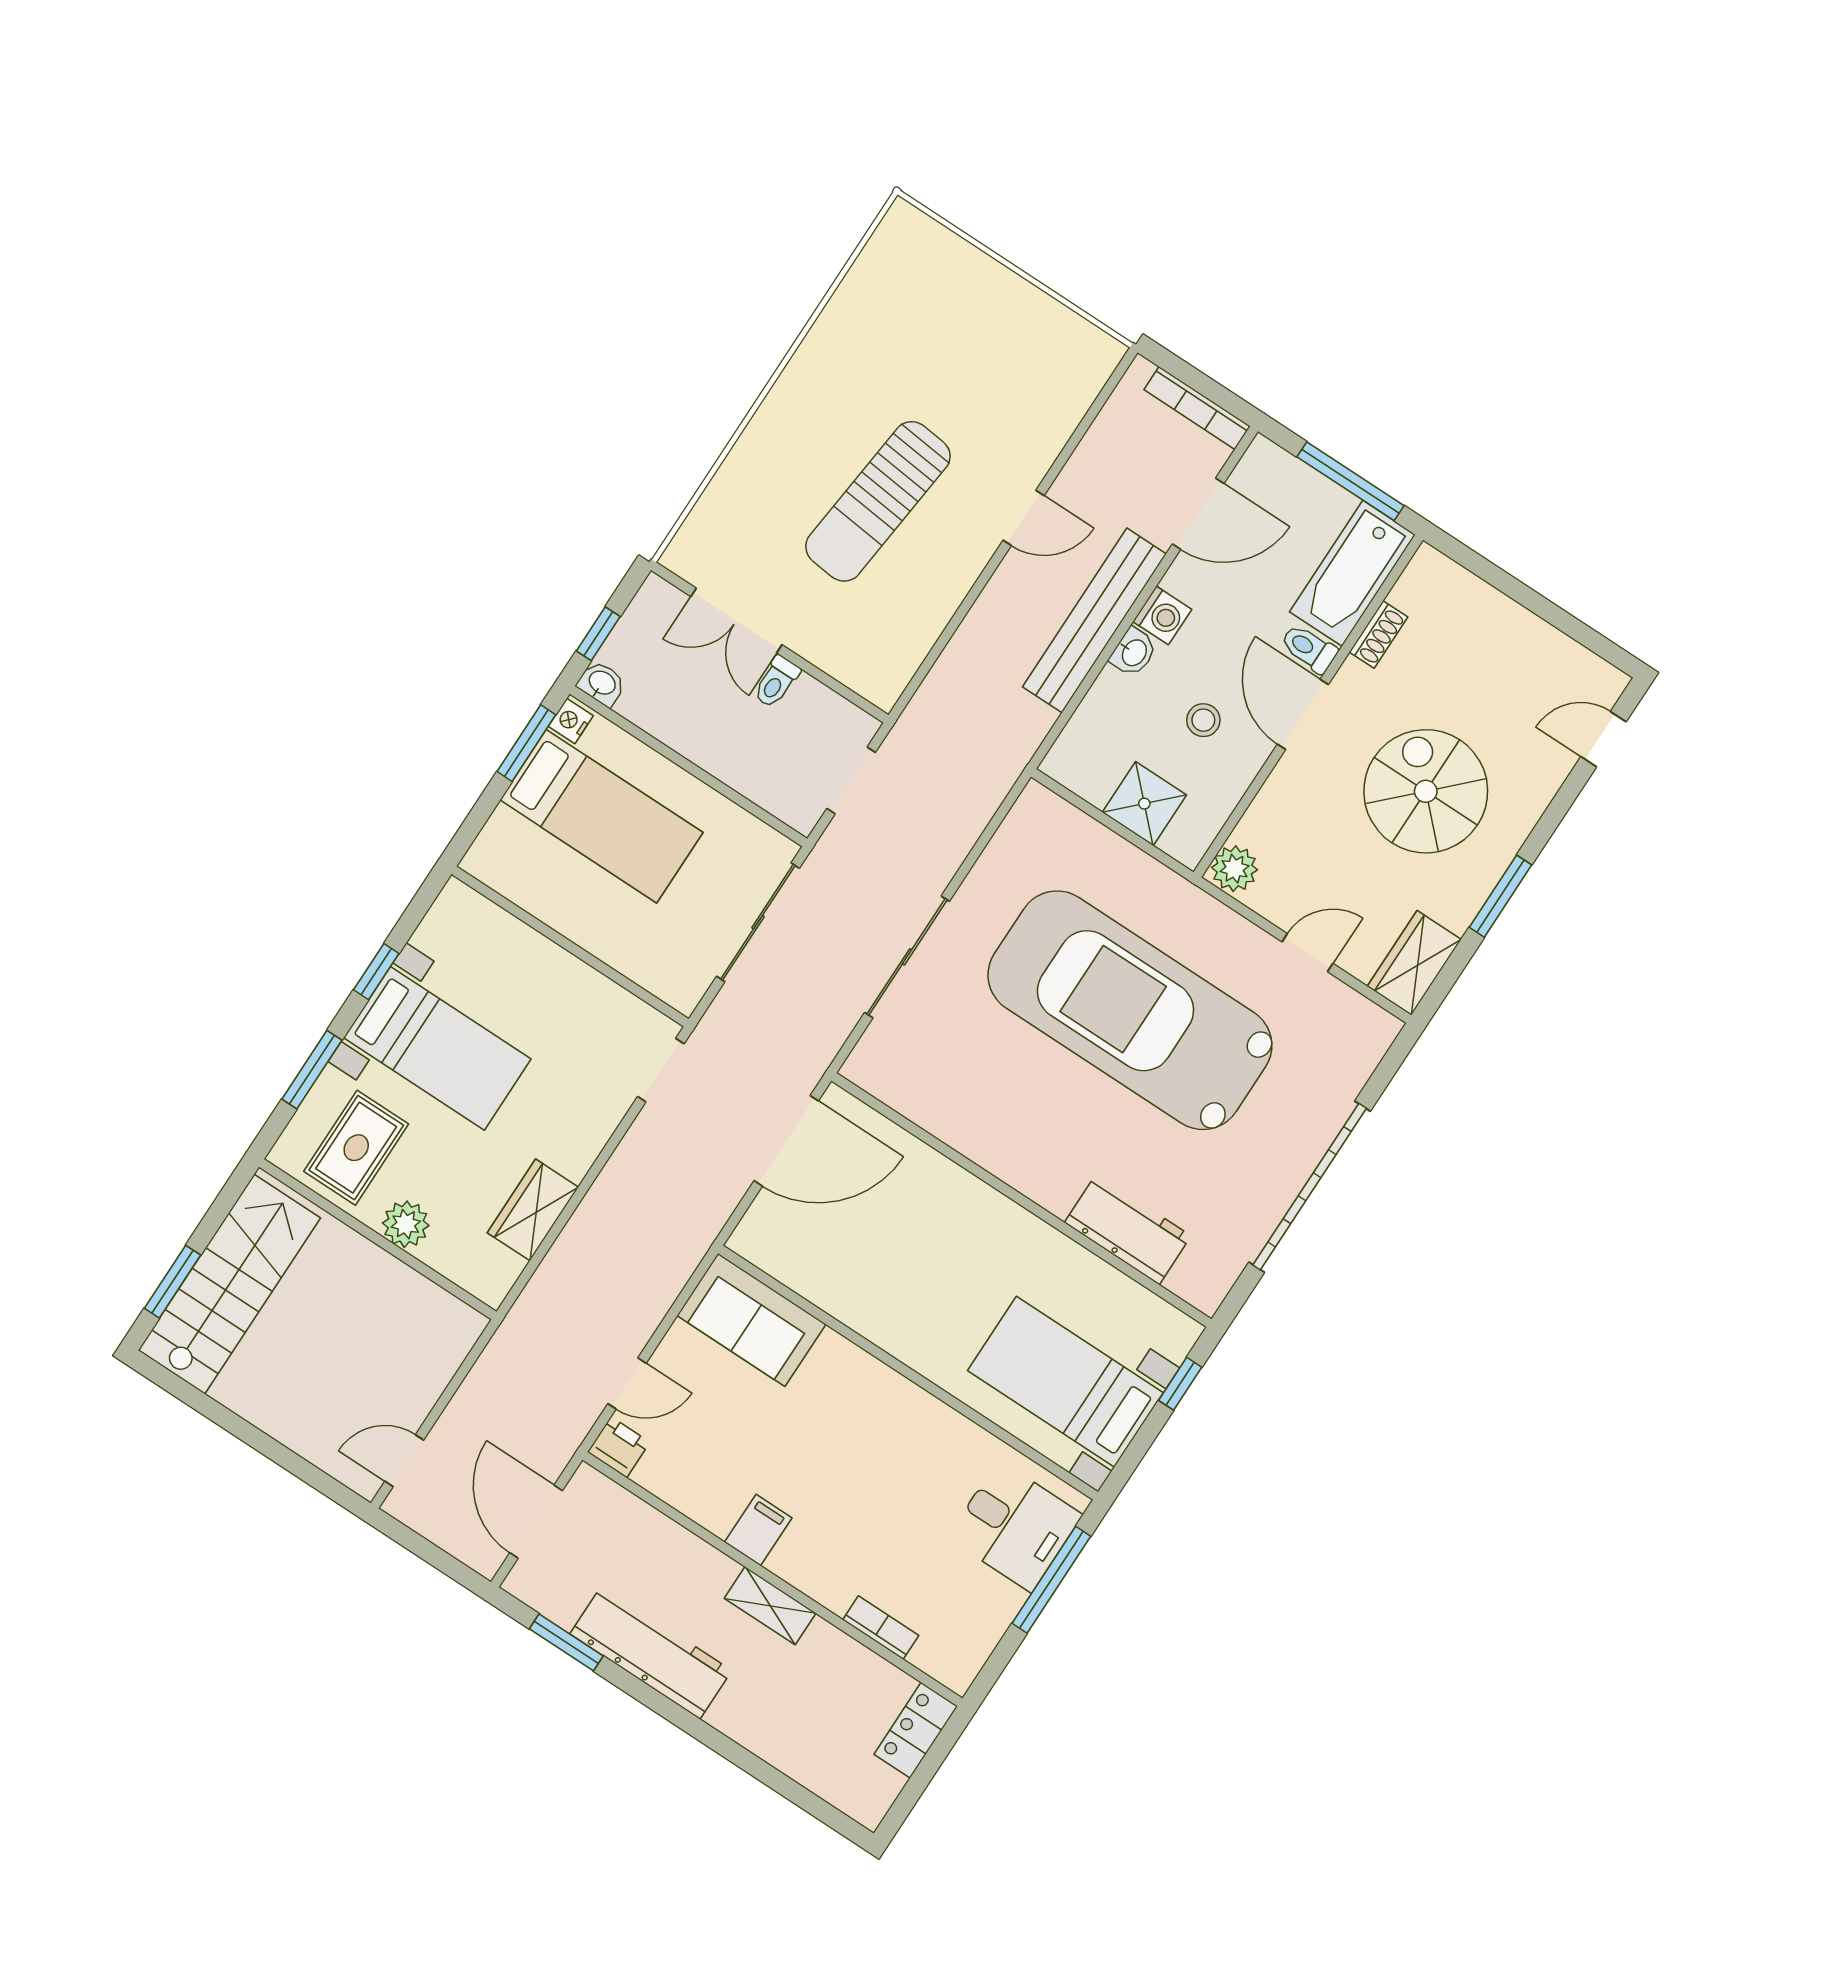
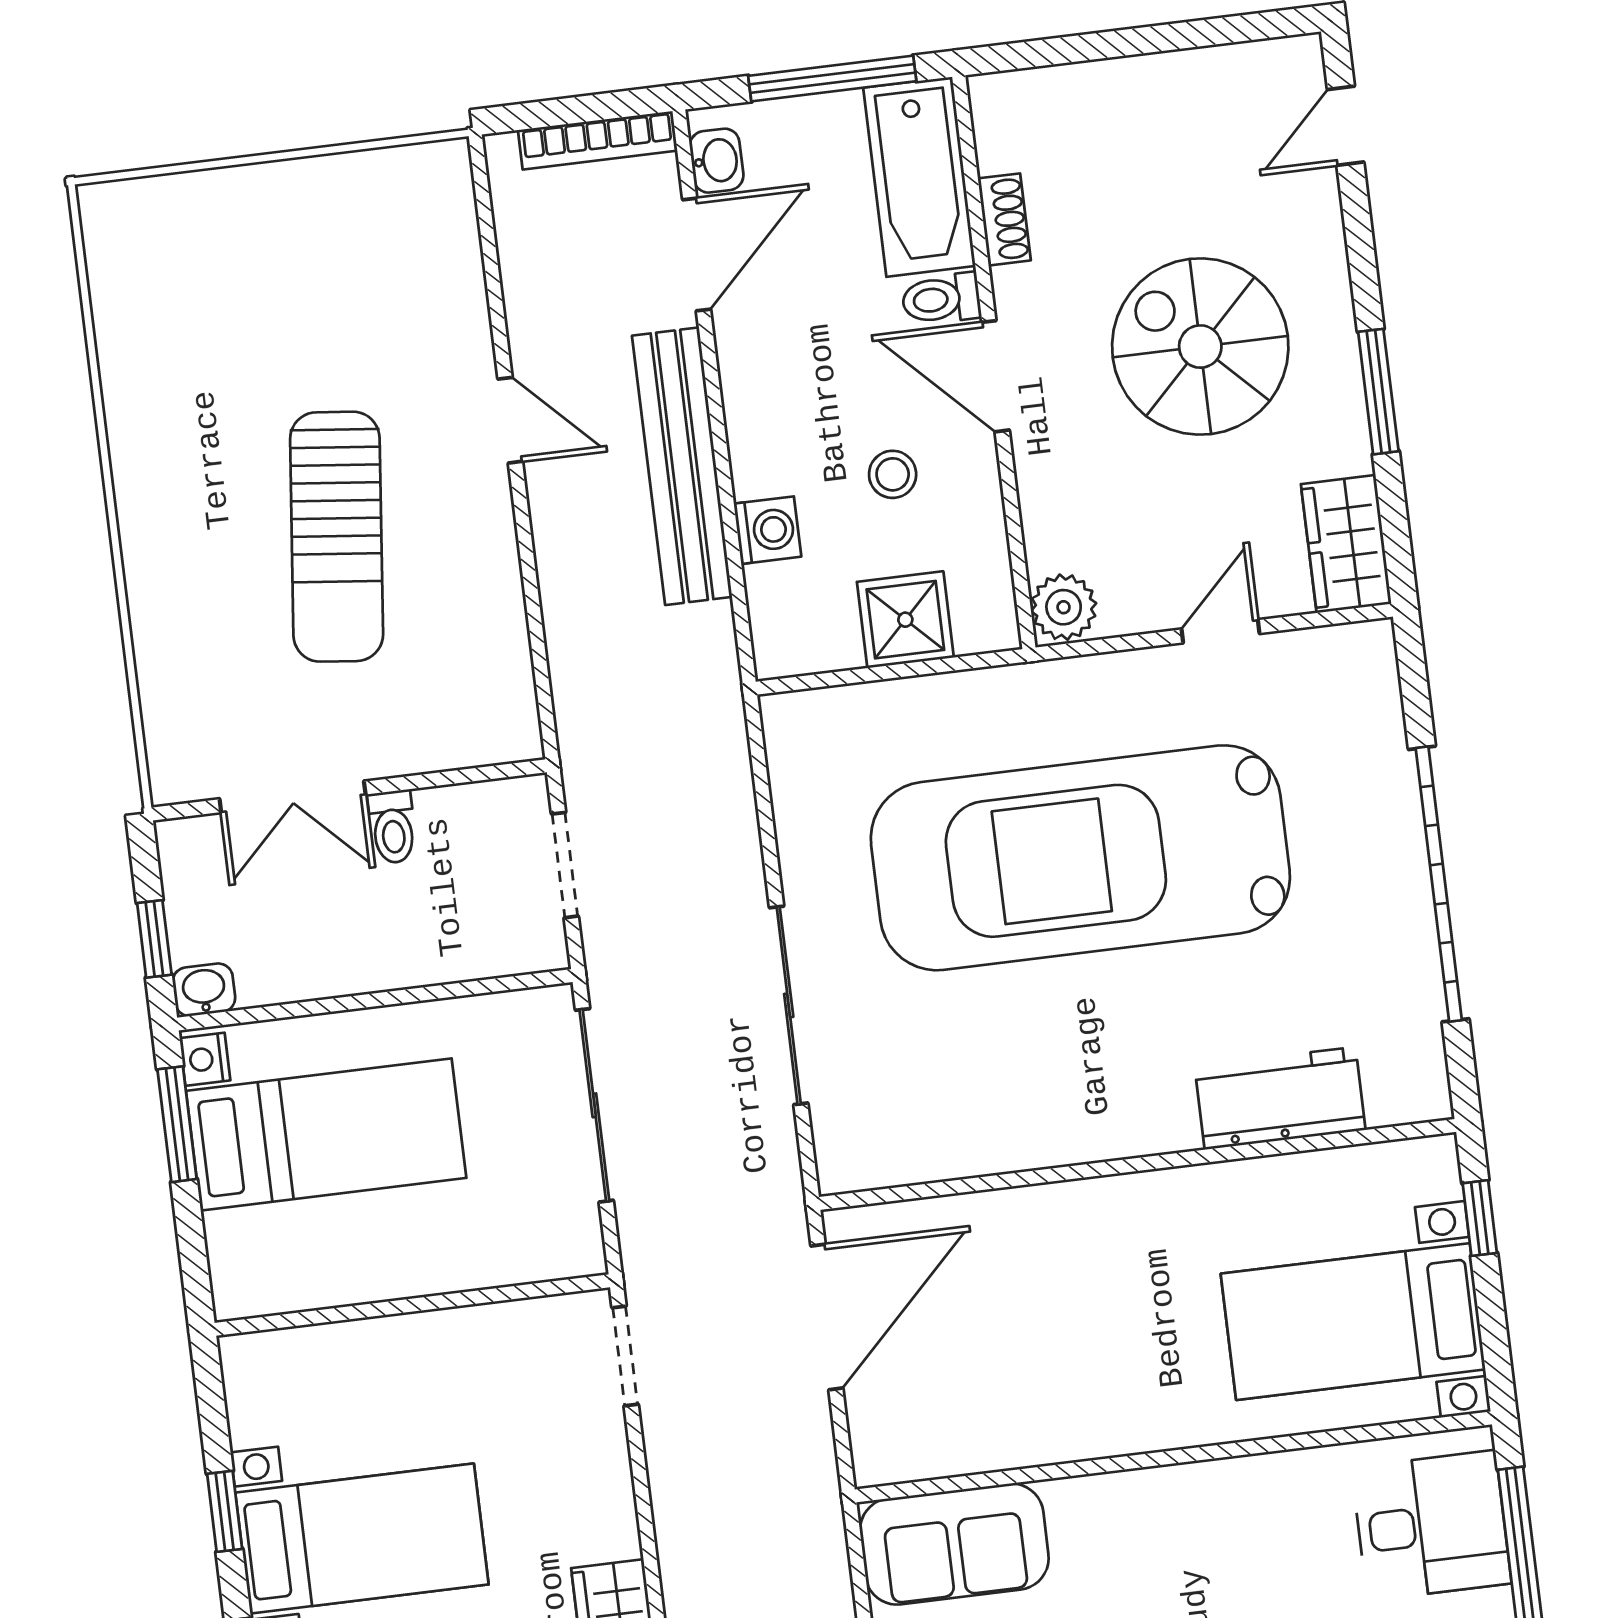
door: (1024, 518) -> (510, 420), hinge flipped
washing machine: (1162, 615) -> (767, 530), moved
washbasin: (1134, 652) -> (717, 161), moved

